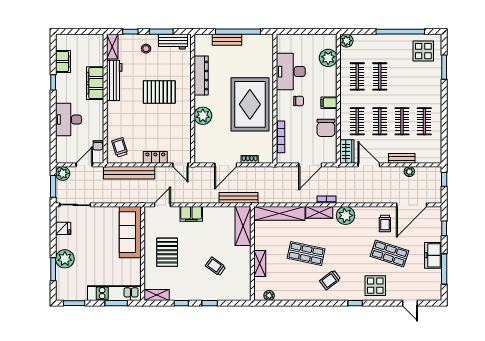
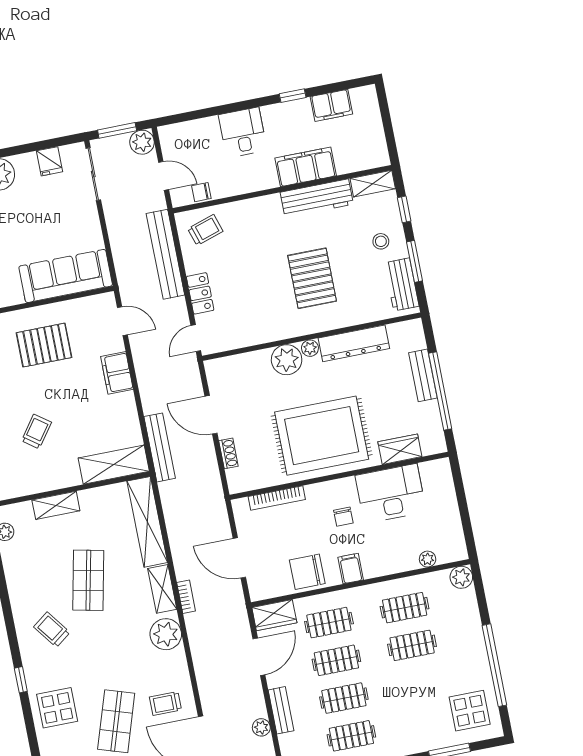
plant: (328, 58) -> (428, 559), width x0.53, depth x0.53
wardrobe: (267, 61) -> (400, 449), added
plant: (199, 101) -> (310, 348), added
desk: (68, 120) -> (243, 132), width x0.73

